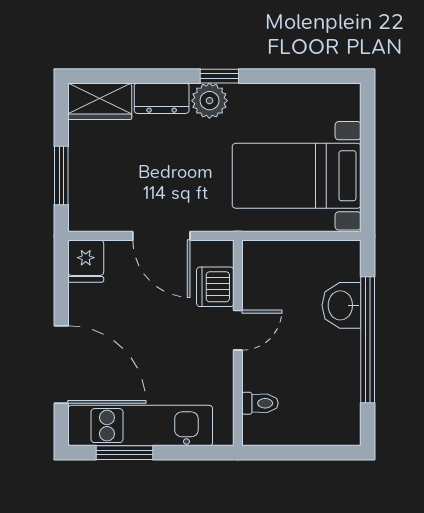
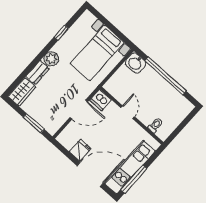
window: (219, 76) -> (61, 33), moved
fridge: (86, 261) -> (80, 150), moved, turned -90
dishwasher: (215, 287) -> (100, 100), moved
washbasin: (341, 305) -> (135, 63), moved
window: (124, 453) -> (134, 179), width x1.44

